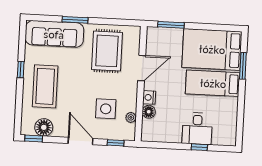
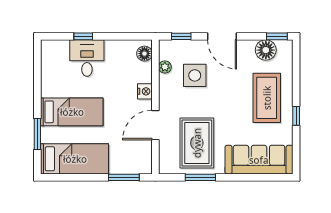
window: (75, 20) -> (200, 177), moved
bed: (212, 49) -> (75, 159), width x0.67
floor lamp: (149, 112) -> (144, 54), moved

